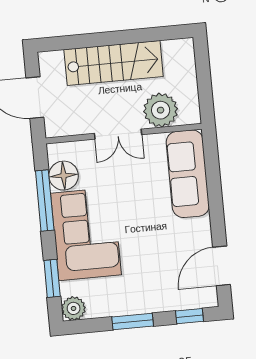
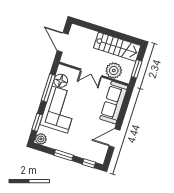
stairs: (114, 63) -> (117, 47), moved
window: (205, 87) -> (137, 69), added
door: (222, 266) -> (115, 138), moved

